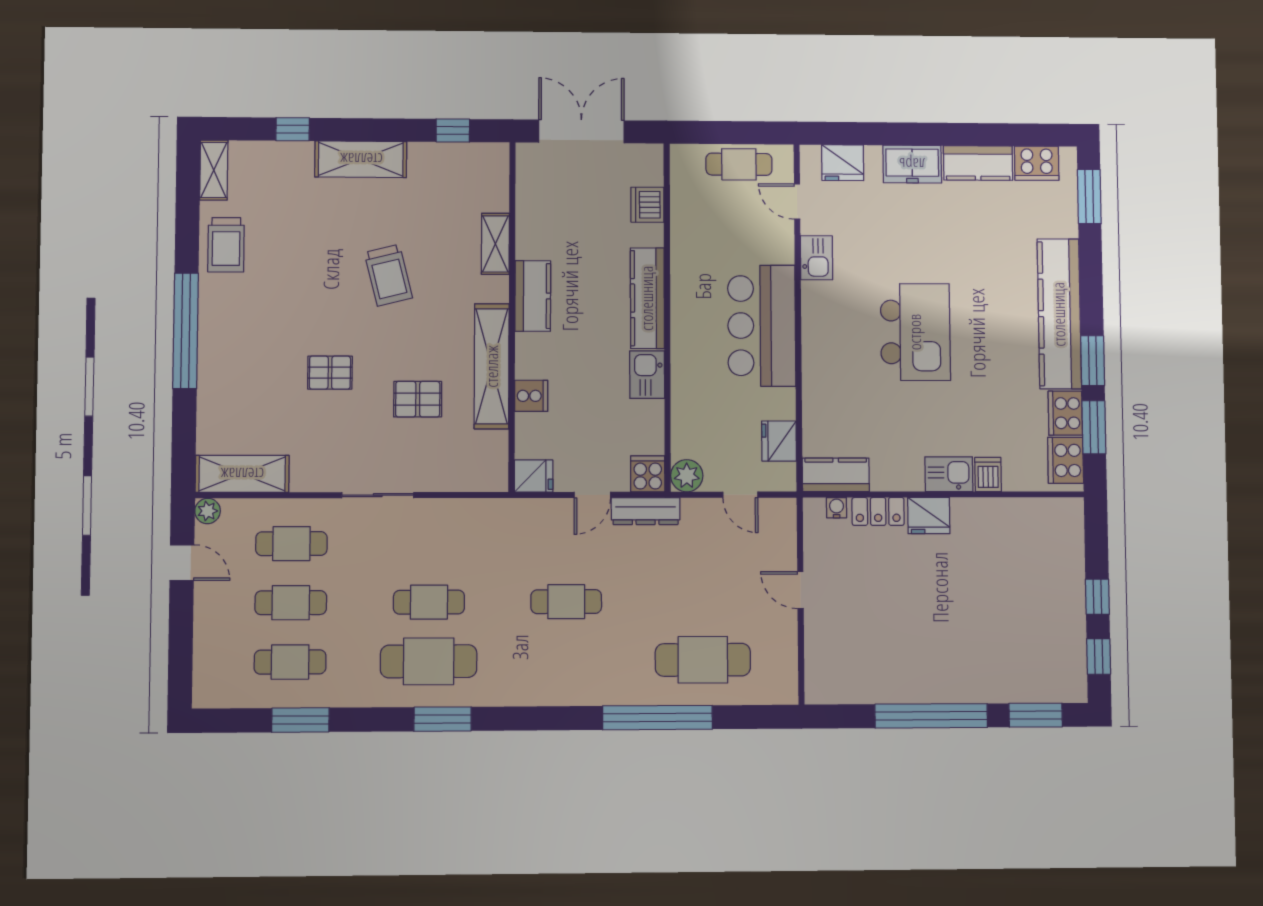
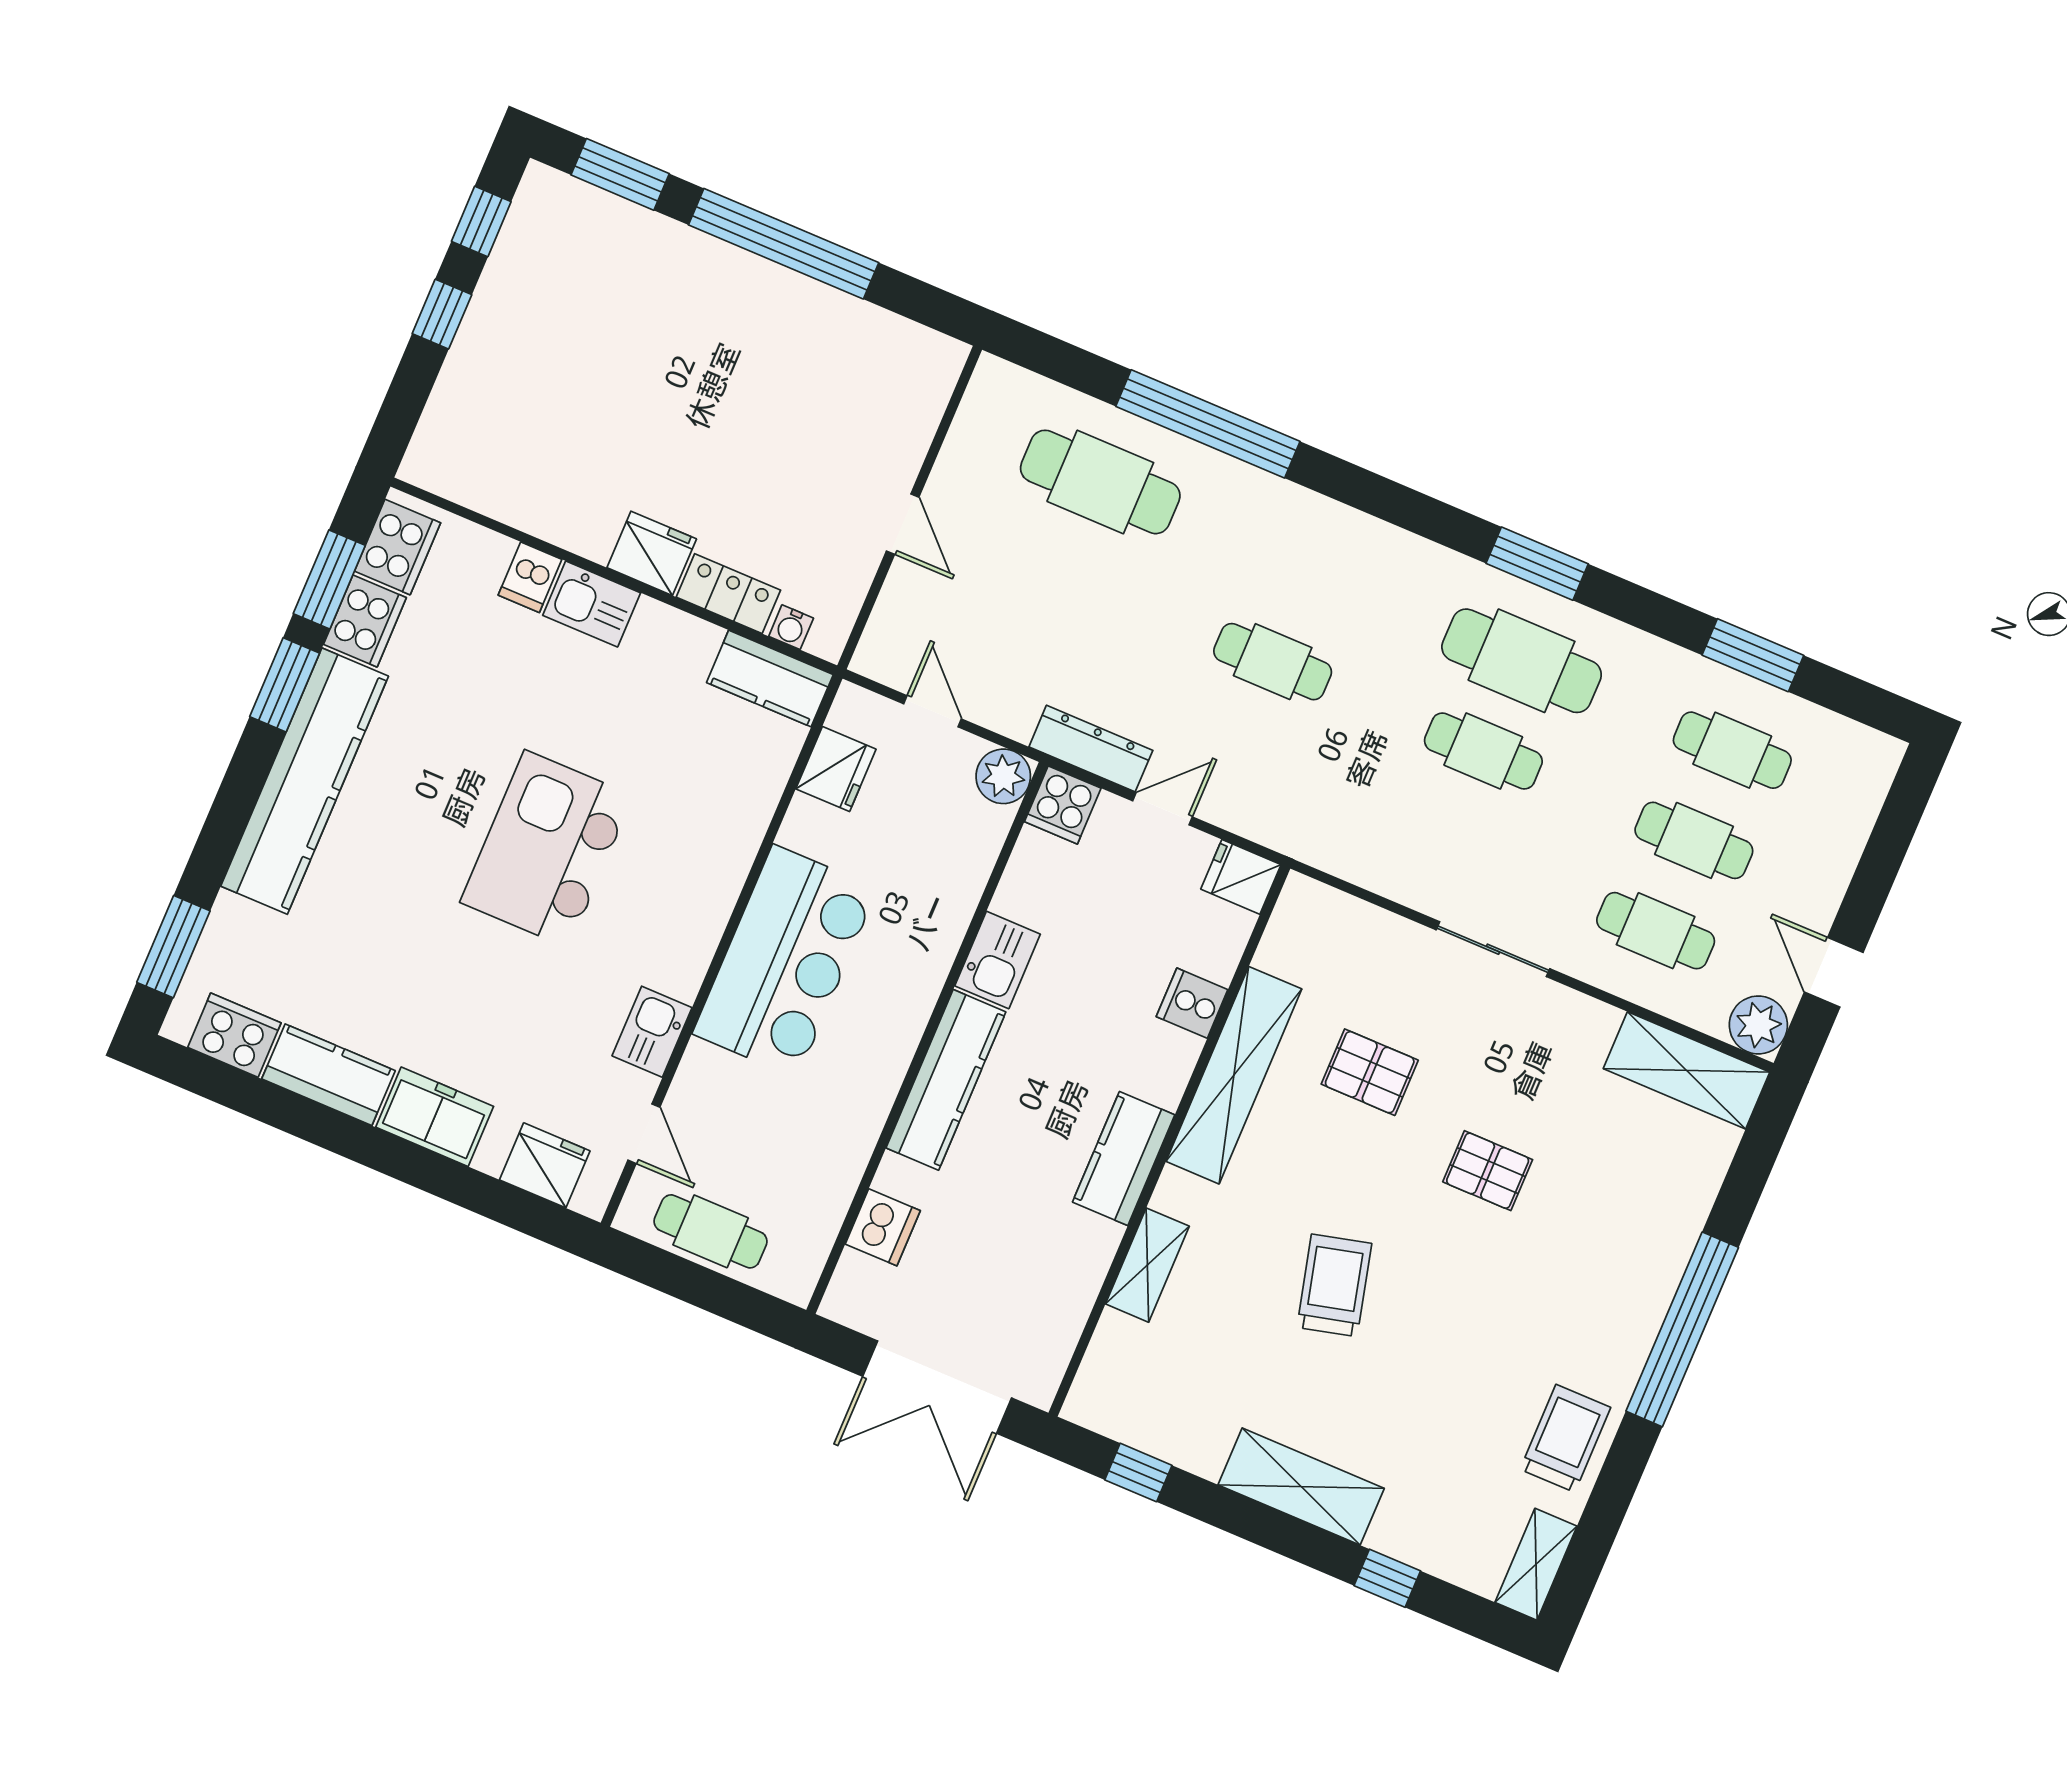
plant: (208, 511) -> (1758, 1025), width x1.38, depth x1.38

